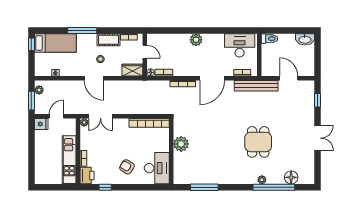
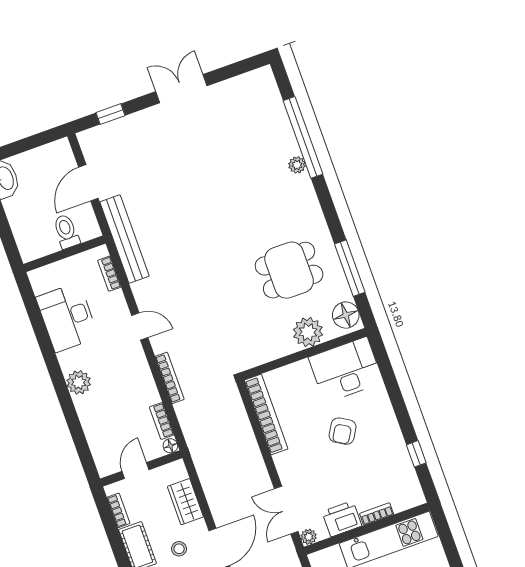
toilet: (269, 39) -> (66, 231), moved
desk: (240, 45) -> (67, 317), moved
wardrobe: (132, 70) -> (185, 502), moved
door: (212, 78) -> (140, 326), width x0.53
double door: (101, 116) -> (286, 510), swing flipped
dining table: (258, 142) -> (289, 270), moved
plant: (181, 144) -> (308, 332), moved
armchair: (127, 167) -> (343, 431), moved
printer: (87, 176) -> (342, 519), moved
floor lamp: (291, 177) -> (346, 315), moved

